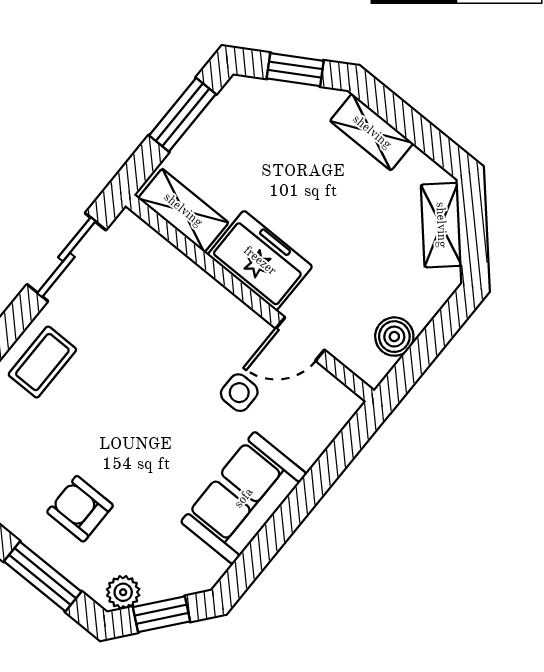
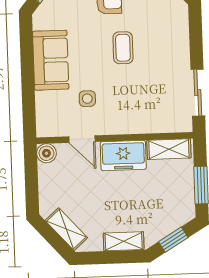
boiler: (394, 337) -> (46, 153), moved
door: (300, 339) -> (82, 139), swing flipped
coffee table: (42, 362) -> (123, 48), moved

